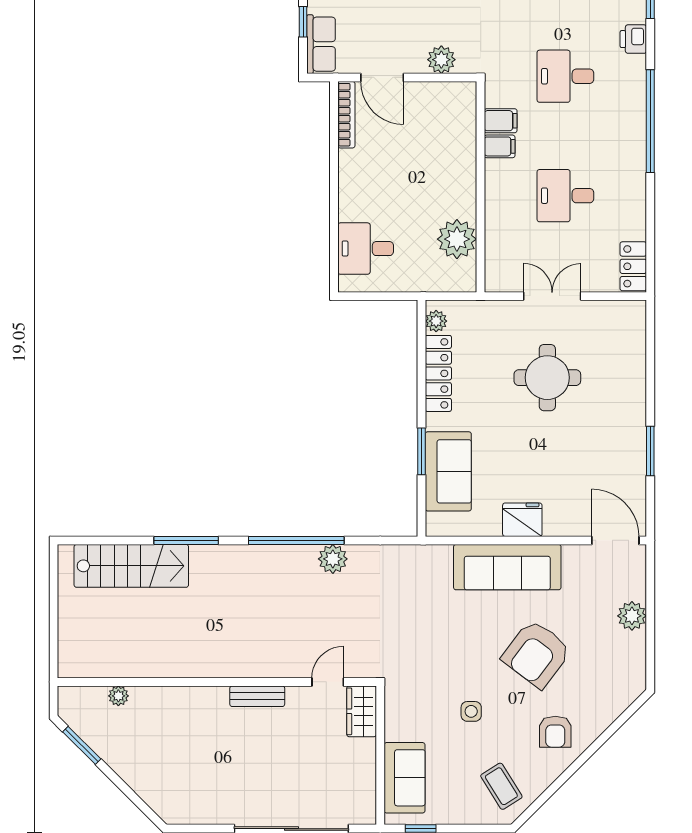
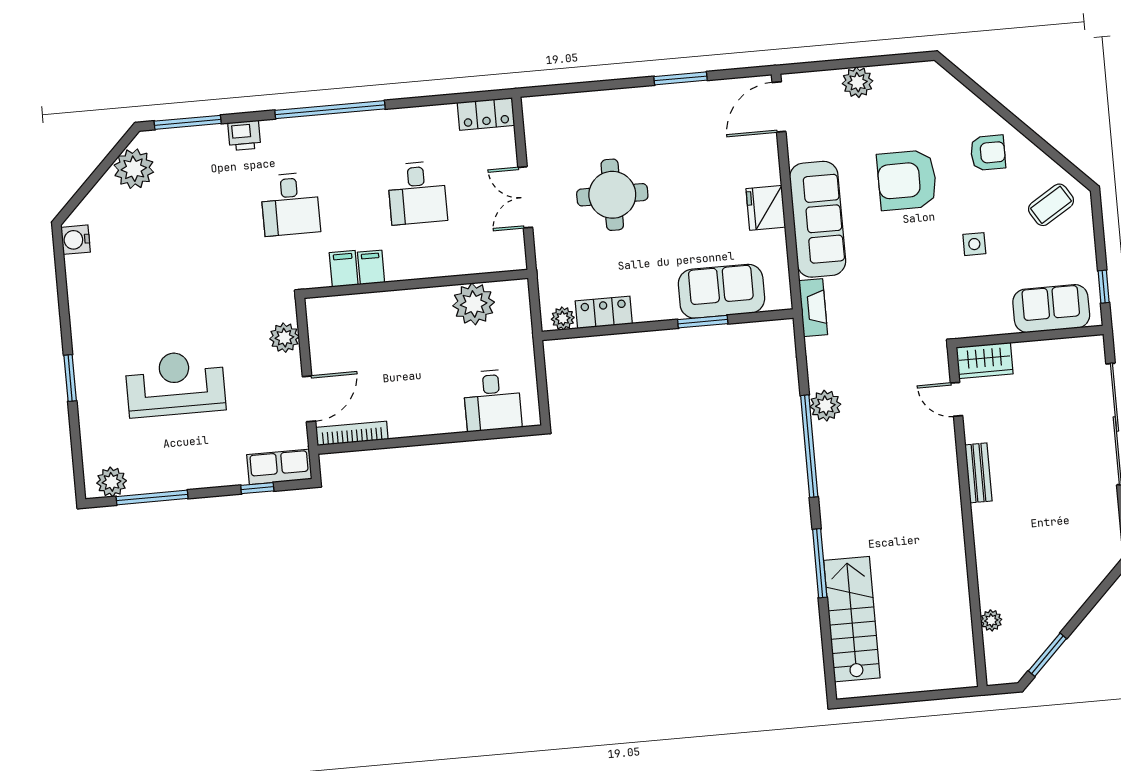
locker: (438, 373) -> (604, 312), width x0.66
fireplace: (425, 556) -> (813, 308), added
armchair: (536, 654) -> (907, 180), turned 143

